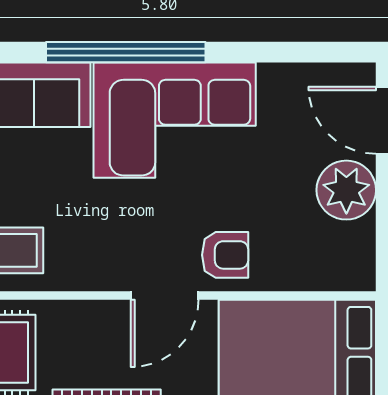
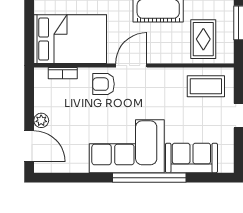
plant: (346, 190) -> (41, 120), width x0.53, depth x0.53
bookcase: (313, 279) -> (63, 73), added

